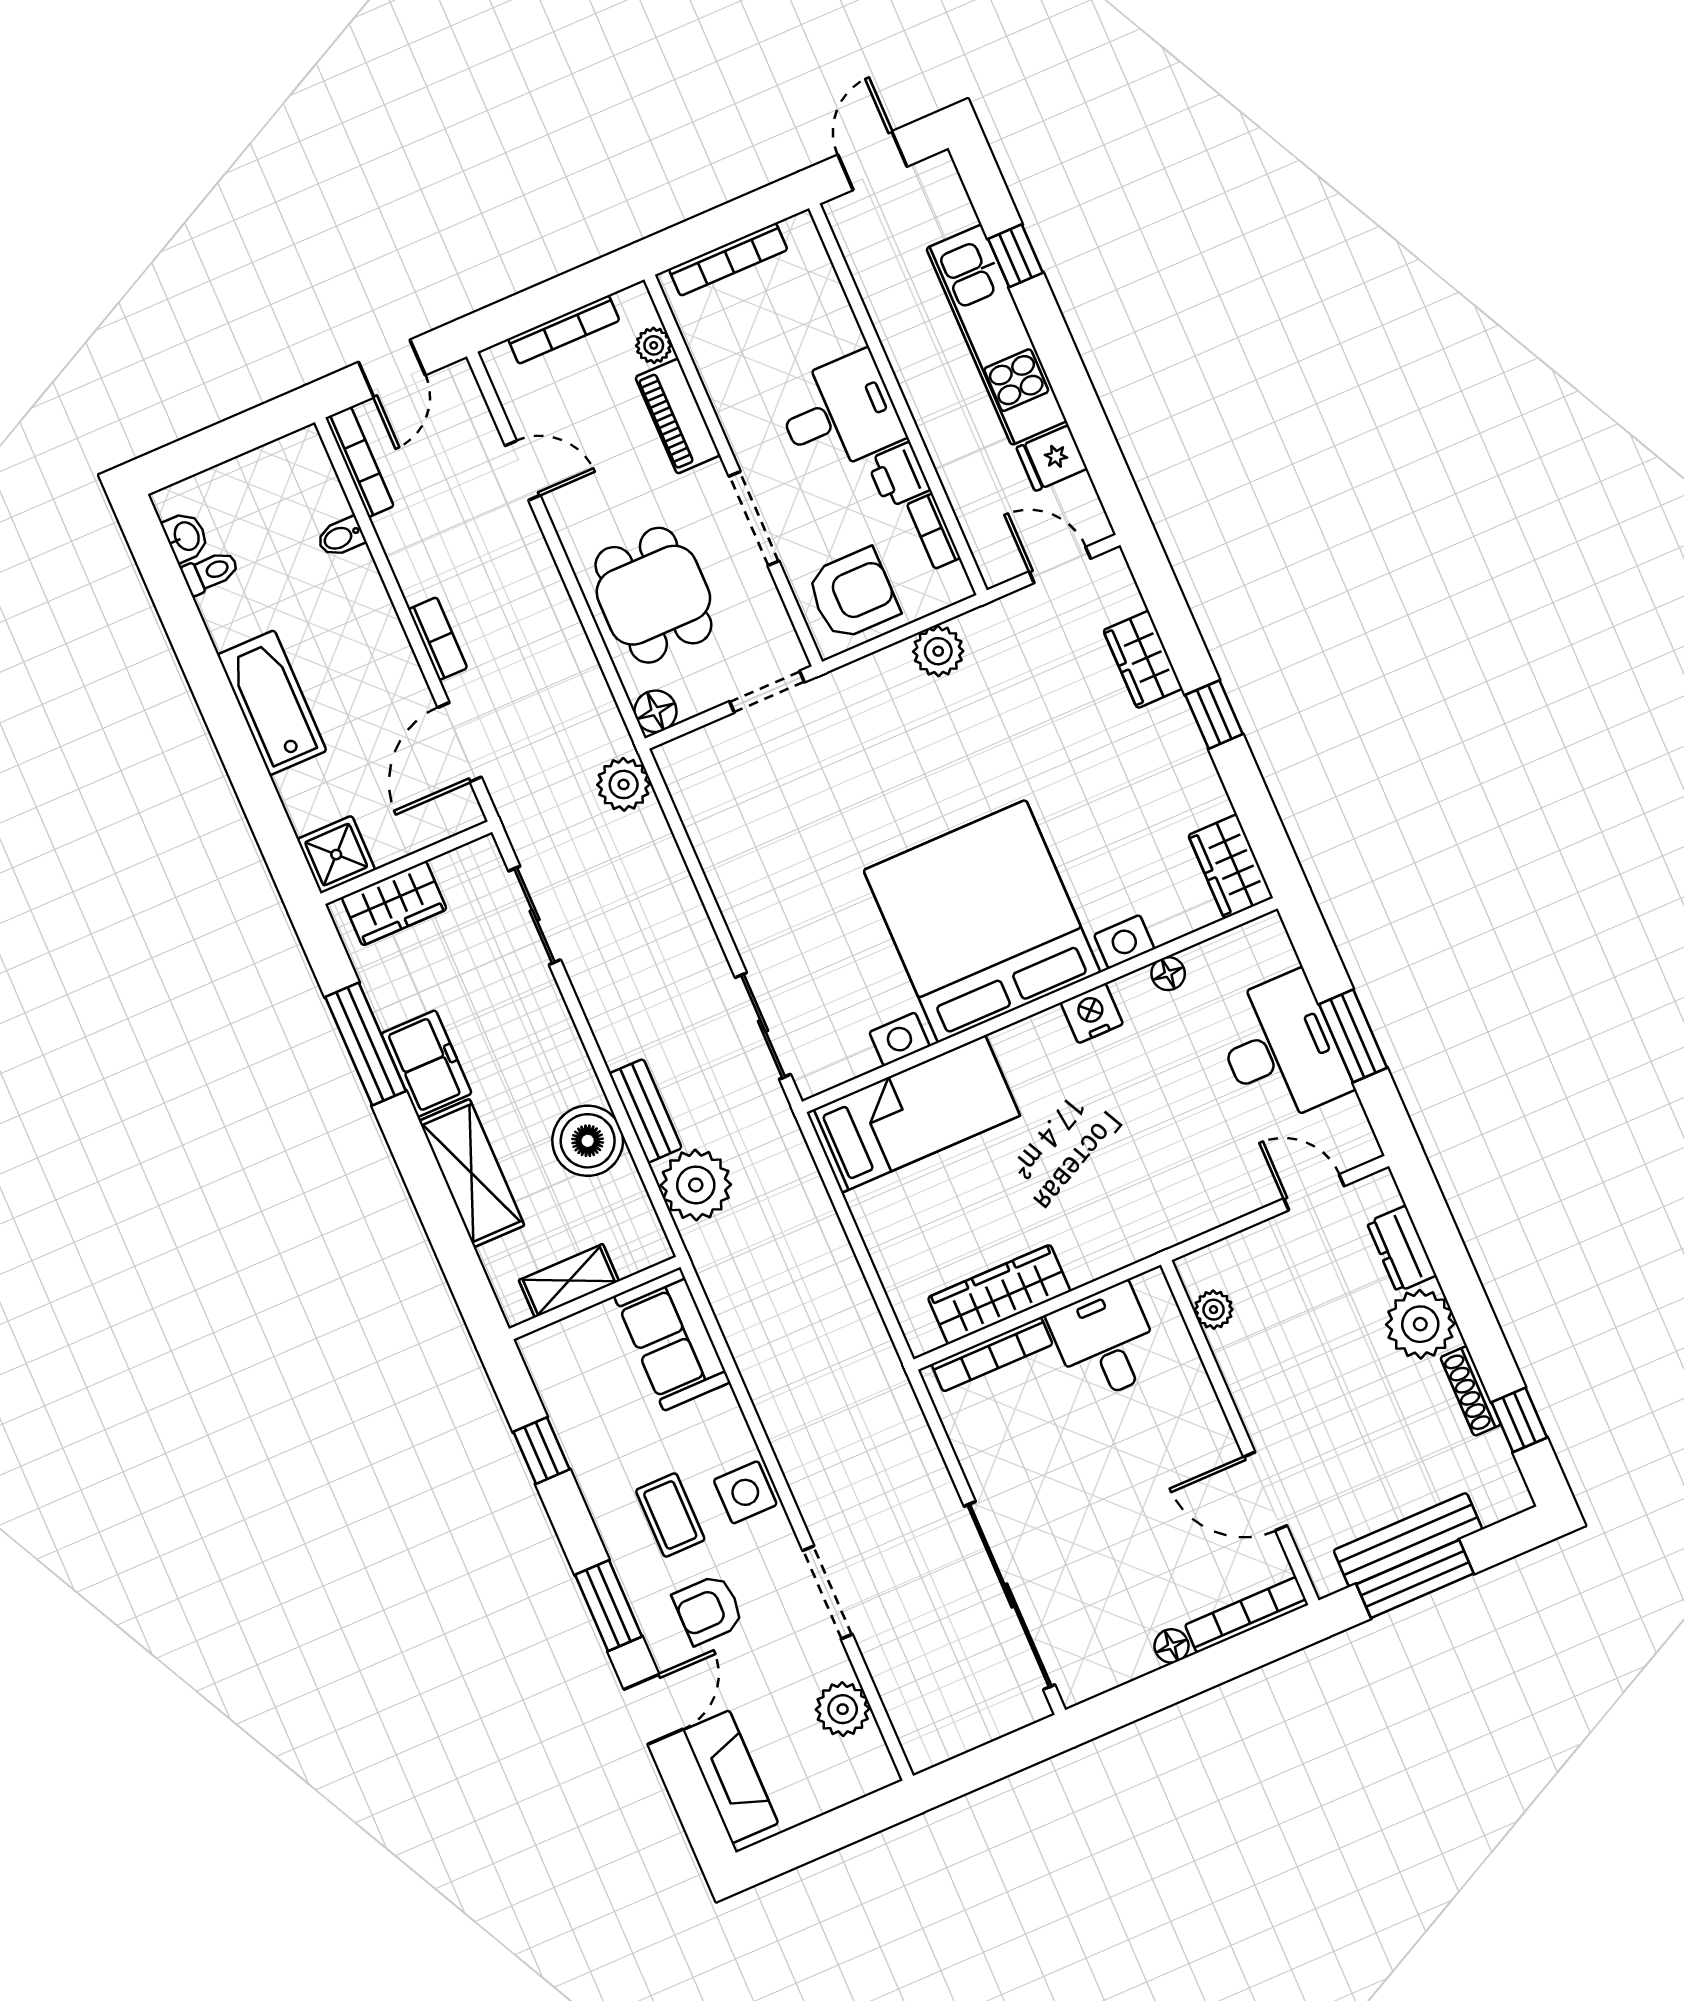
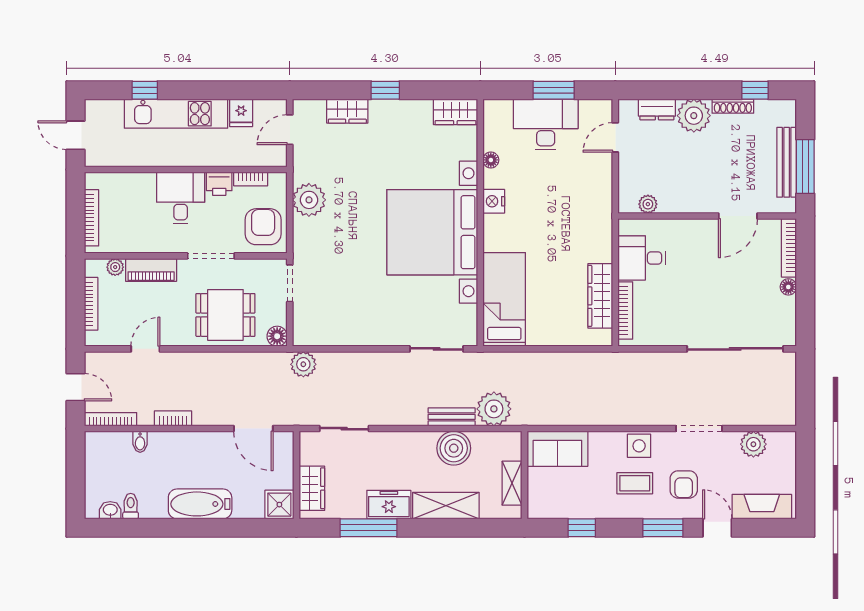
bookcase: (438, 639) -> (173, 418), moved
plant: (938, 651) -> (309, 200), width x1.36, depth x1.36

